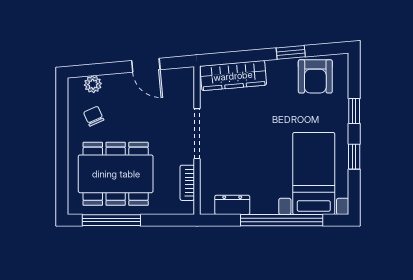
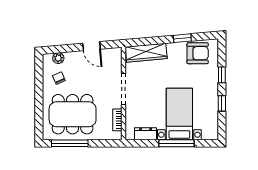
armchair: (315, 76) -> (198, 53), turned -90
bed with nightstands: (314, 173) -> (179, 114), moved
window: (282, 220) -> (176, 143), width x0.68

